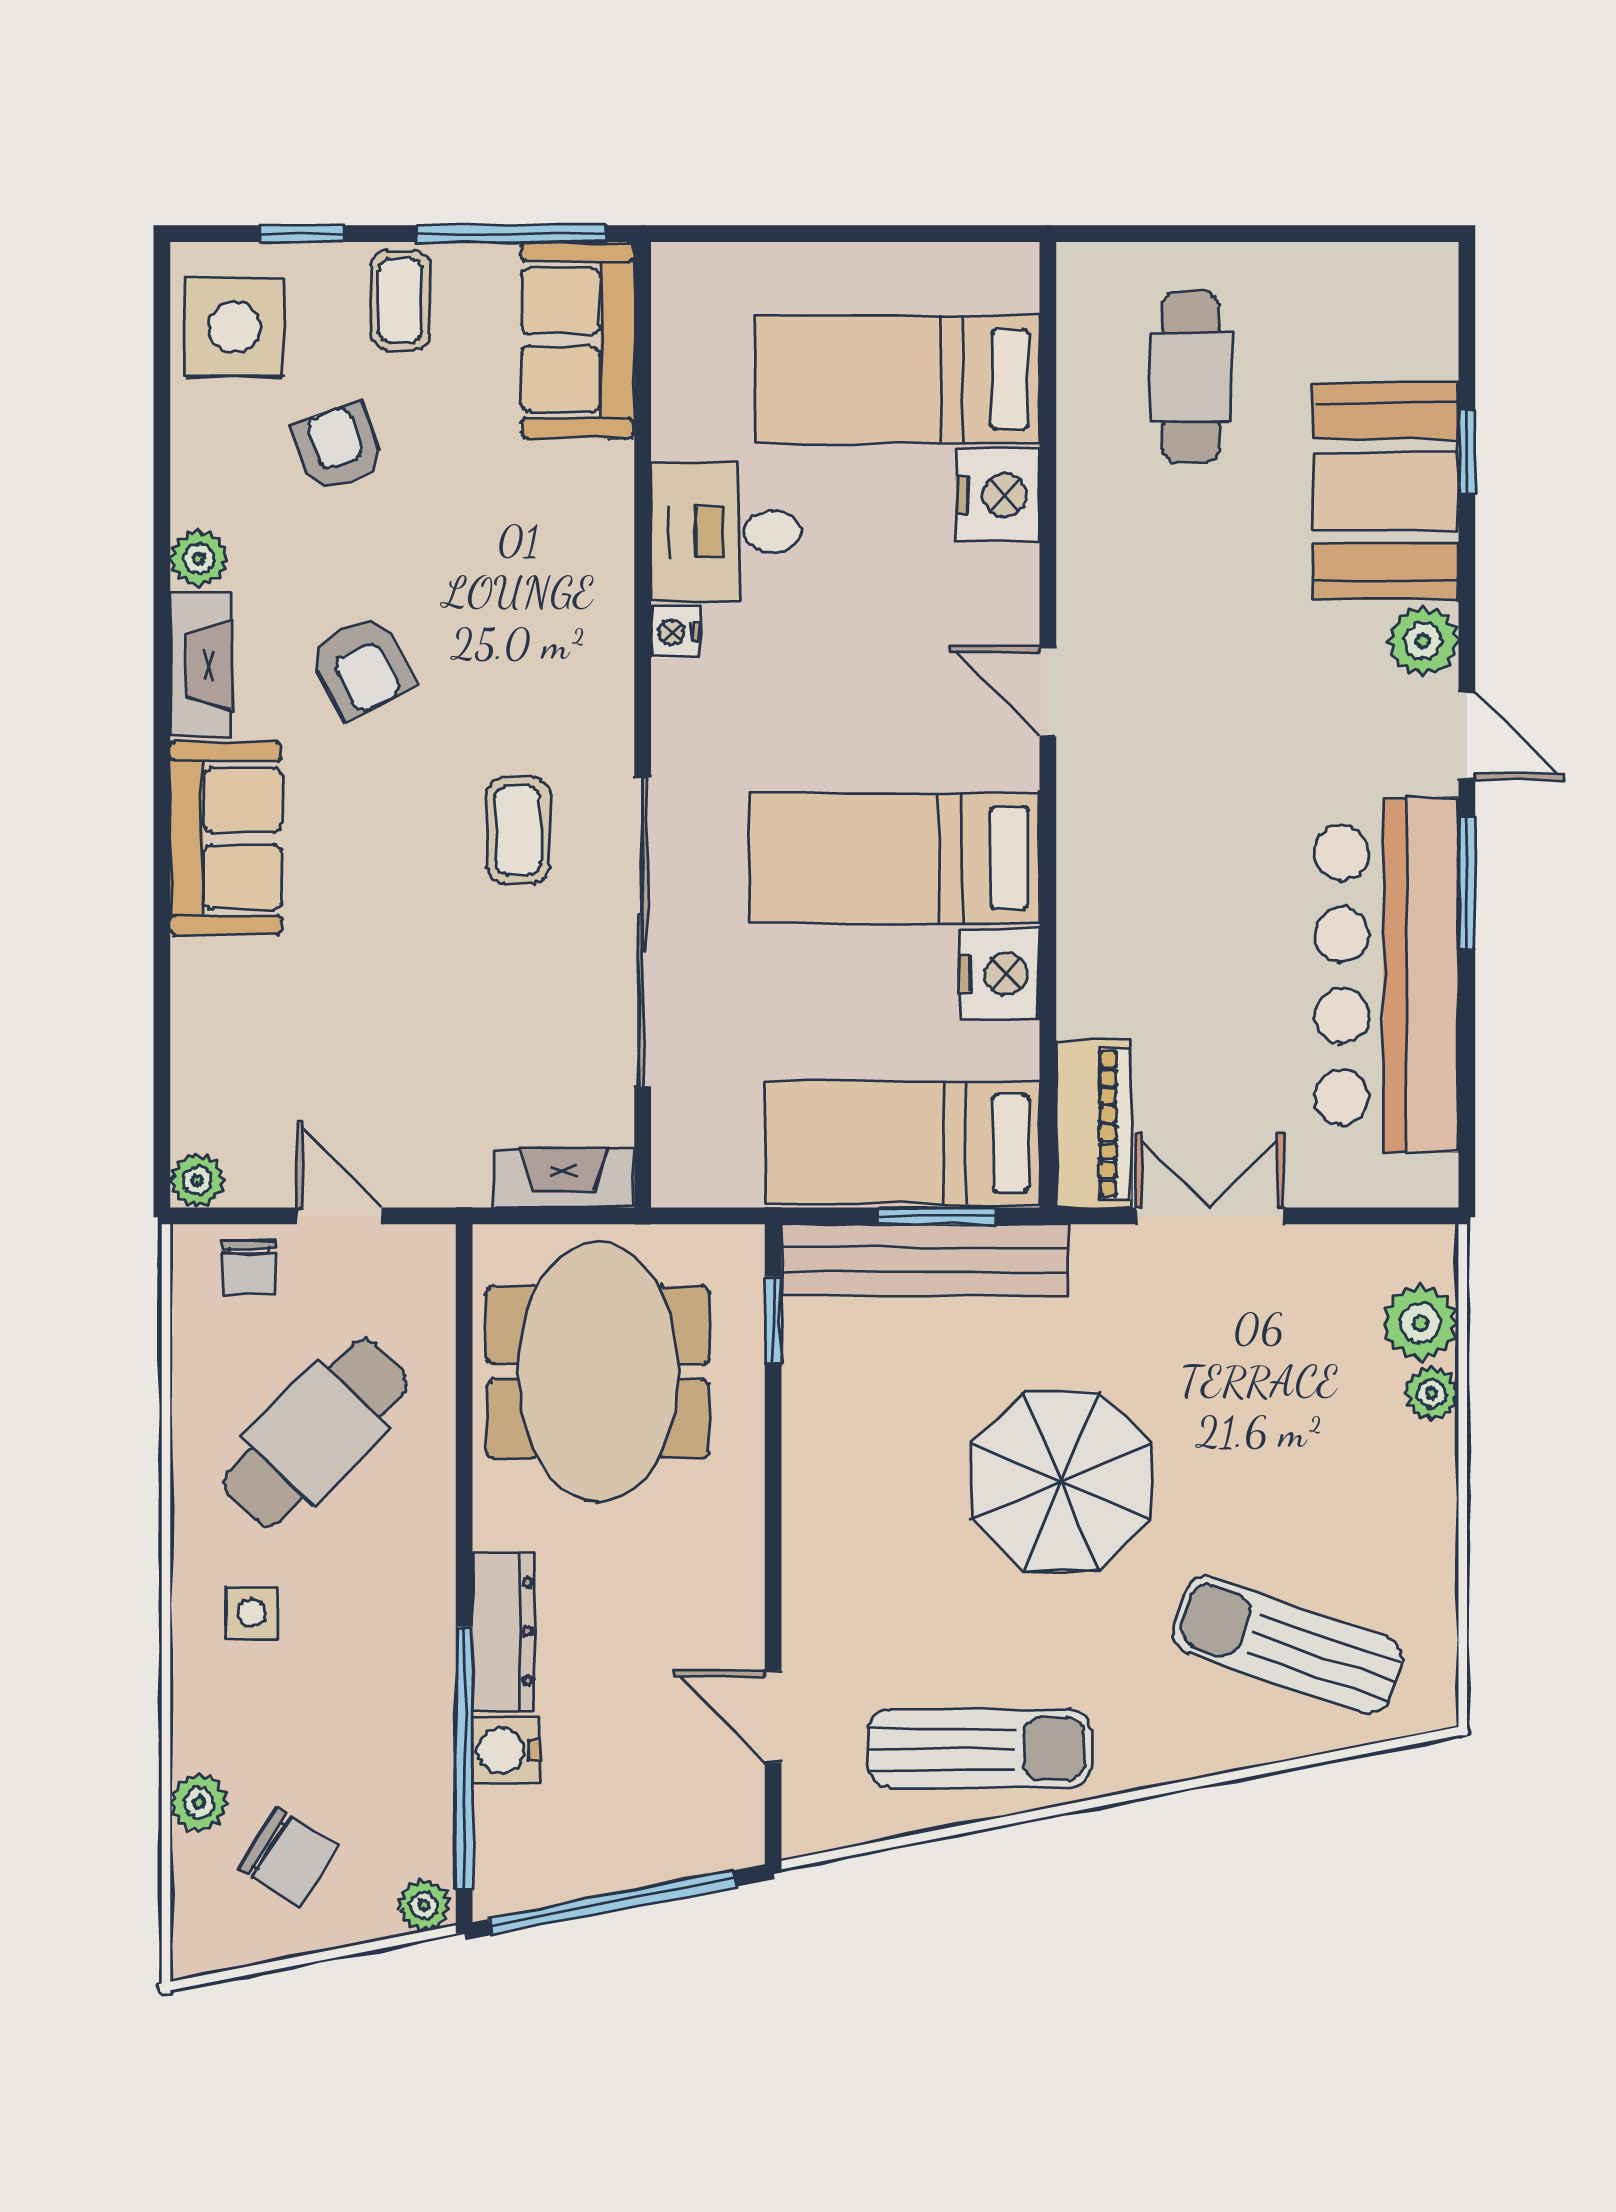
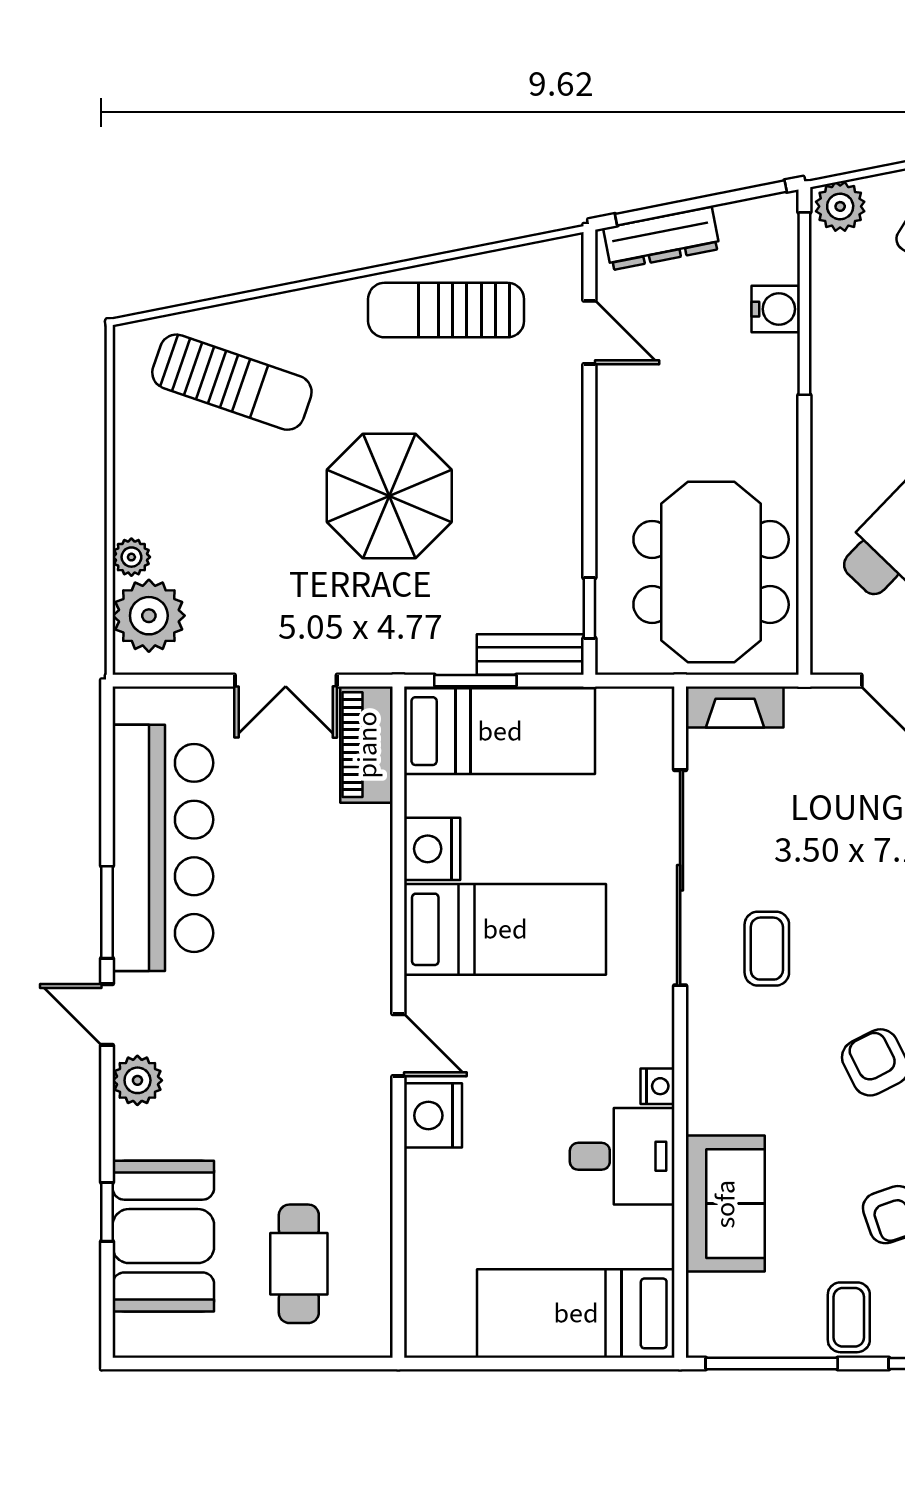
sofa: (578, 340) -> (725, 1204), moved
bed: (898, 379) -> (576, 1313), moved, turned 180
booth: (1386, 491) -> (163, 1236), moved
nightstand: (998, 495) -> (433, 1115), moved
bench: (925, 1260) -> (530, 654), width x0.54, depth x0.82
plant: (1420, 1323) -> (149, 616), width x1.36, depth x1.36
dresser: (503, 1631) -> (662, 239), moved, turned -101
plant: (424, 1905) -> (840, 206), width x1.38, depth x1.38

